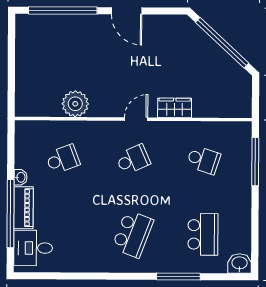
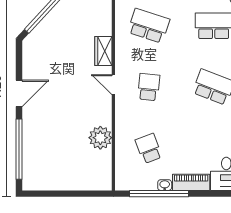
school desk: (133, 160) -> (149, 87), turned 30
school desk: (203, 160) -> (149, 26), width x1.85
window: (11, 214) -> (159, 194), moved

